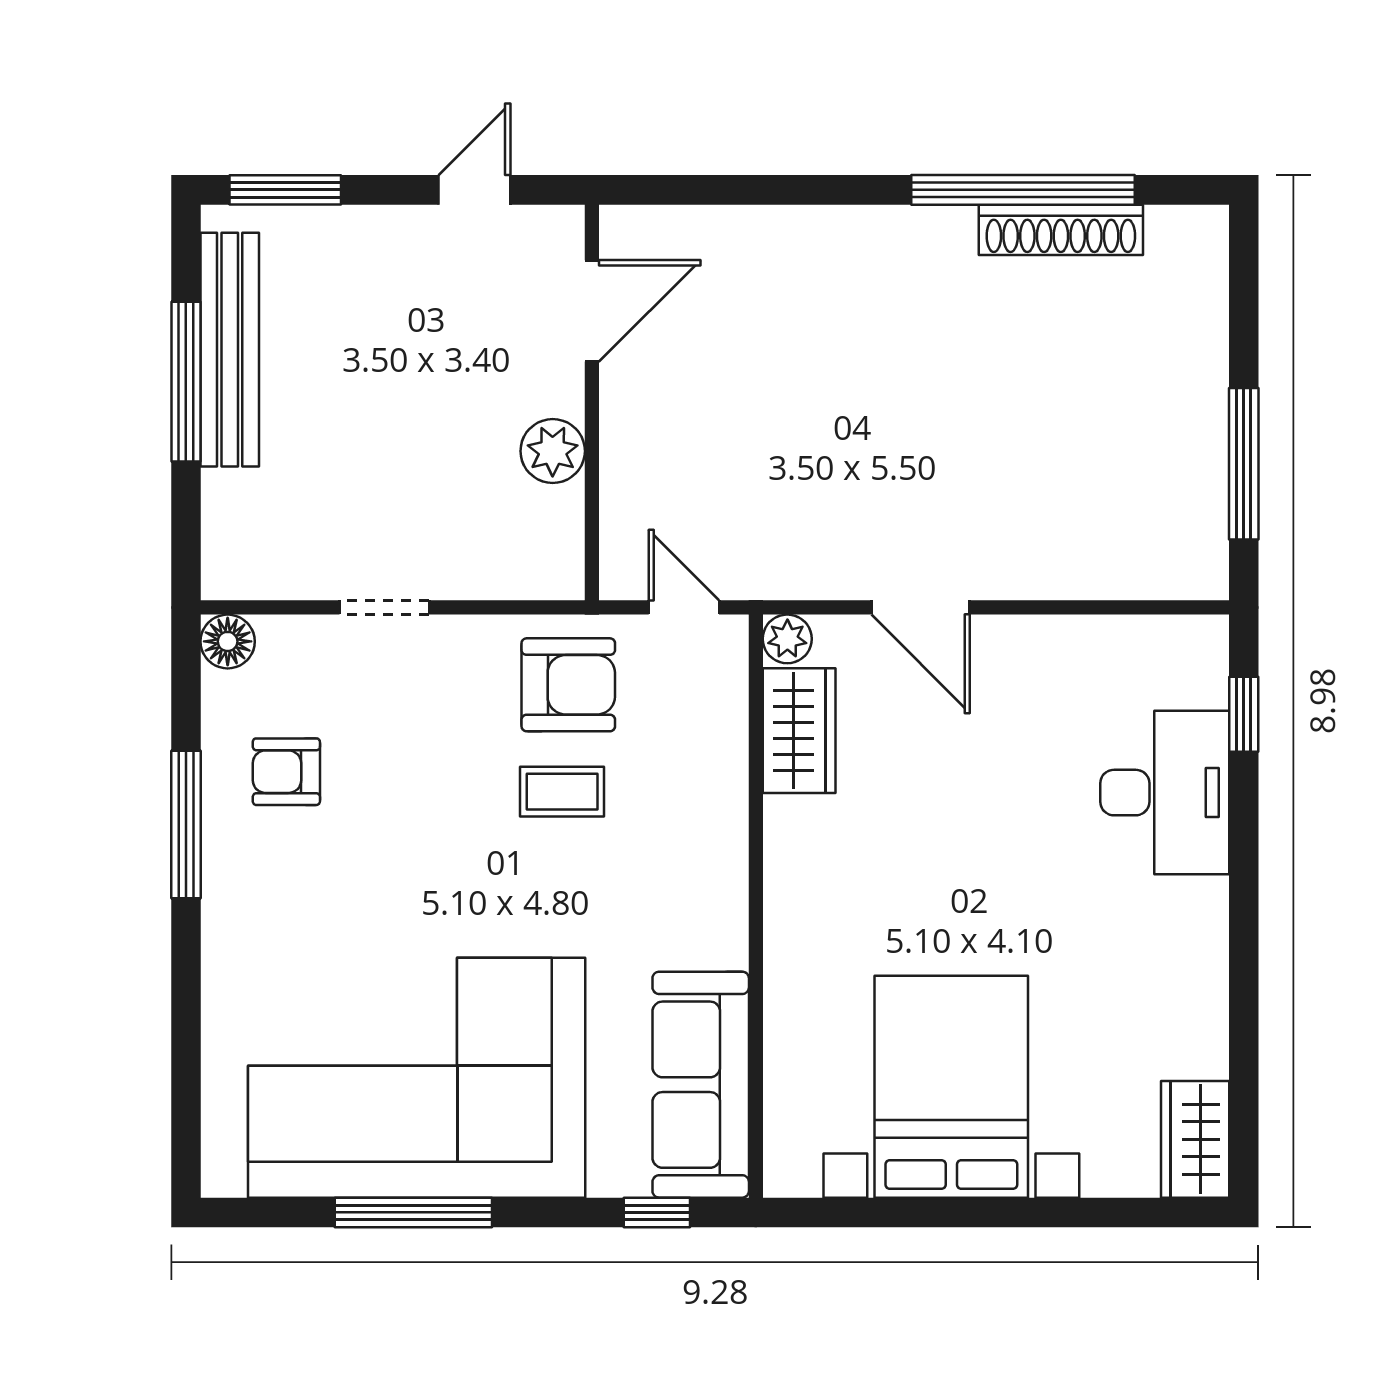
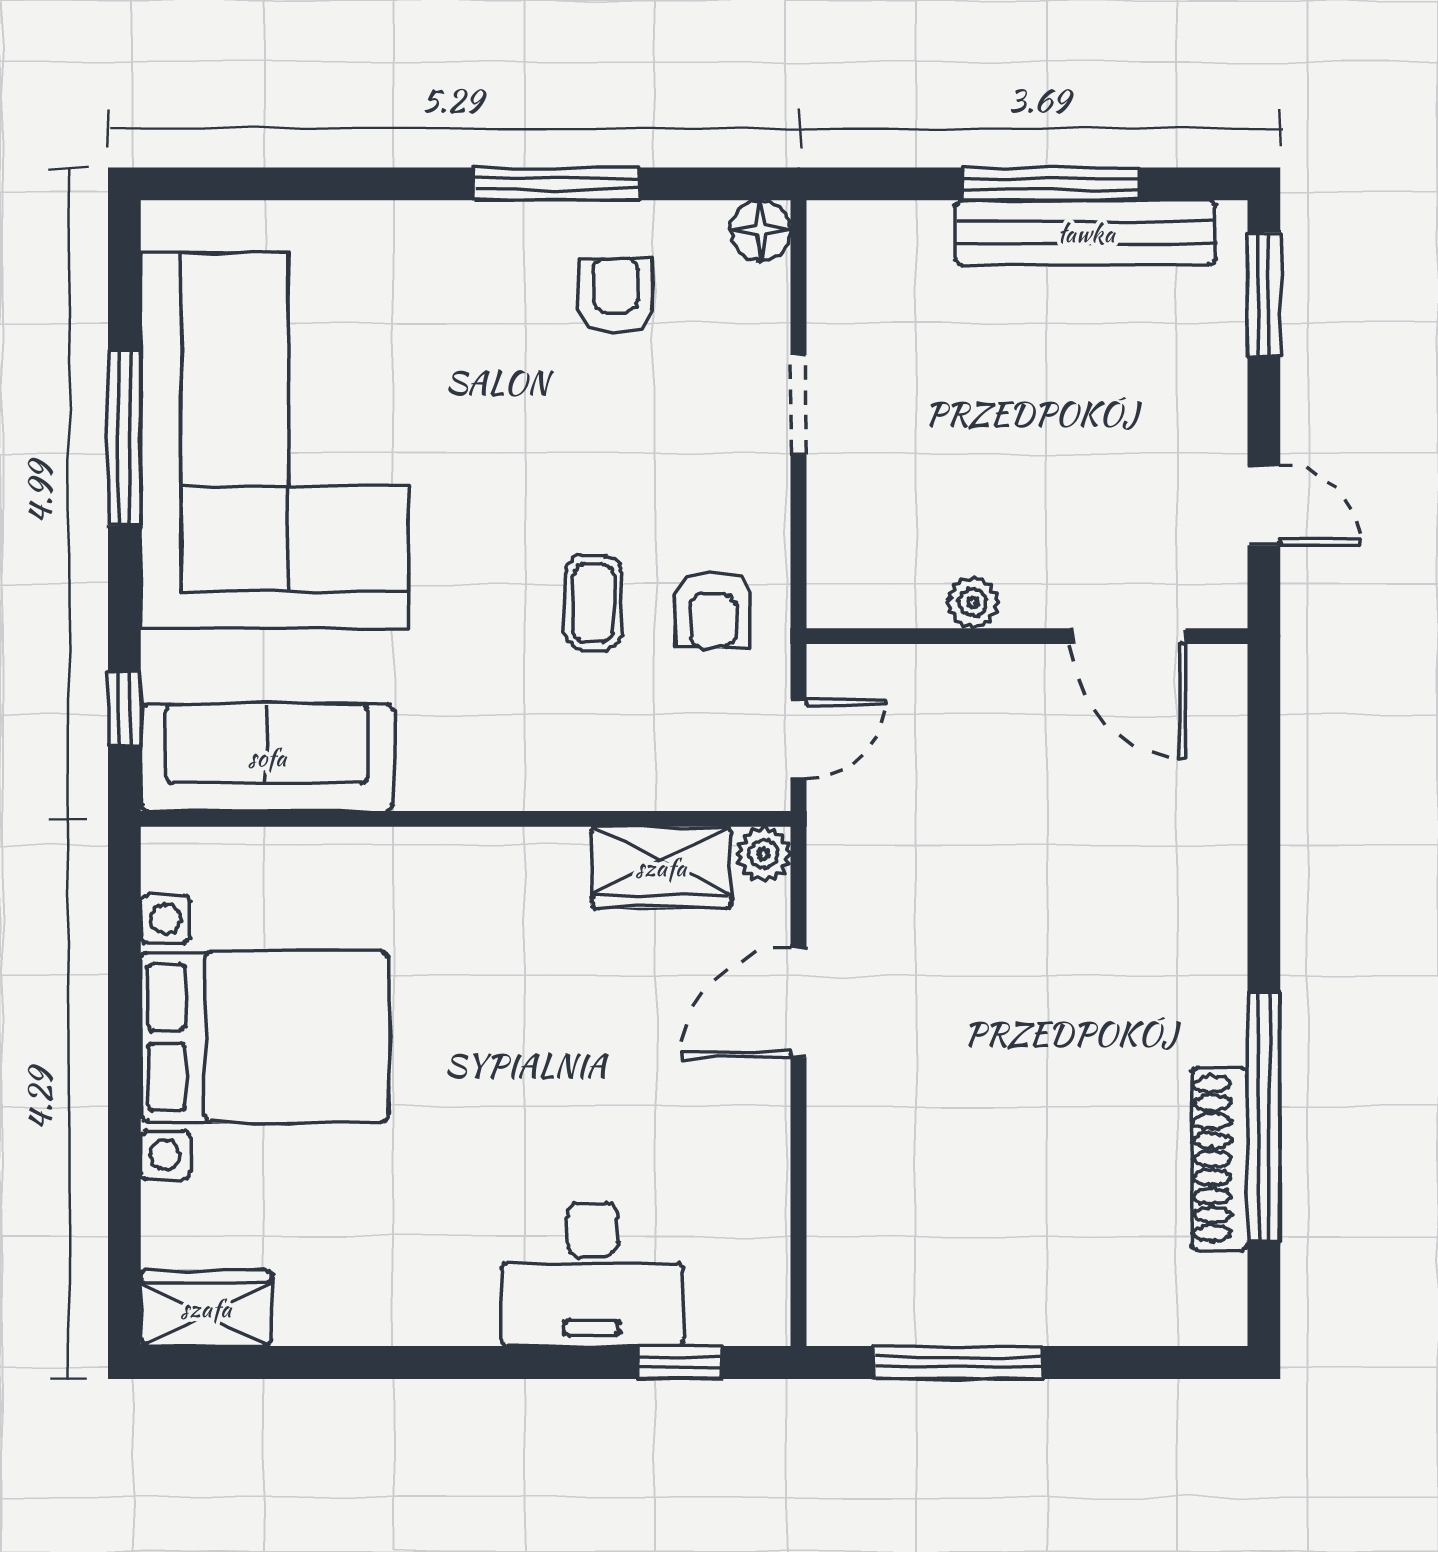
plant: (553, 451) -> (973, 602), width x0.73, depth x0.73
armchair: (568, 685) -> (712, 610), width x0.72, depth x0.72

